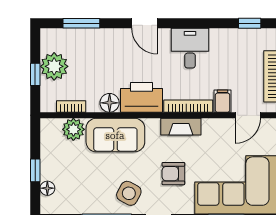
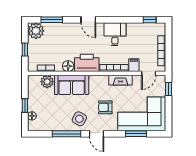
plant: (54, 66) -> (36, 31), moved
fireplace: (181, 127) -> (120, 80), moved

